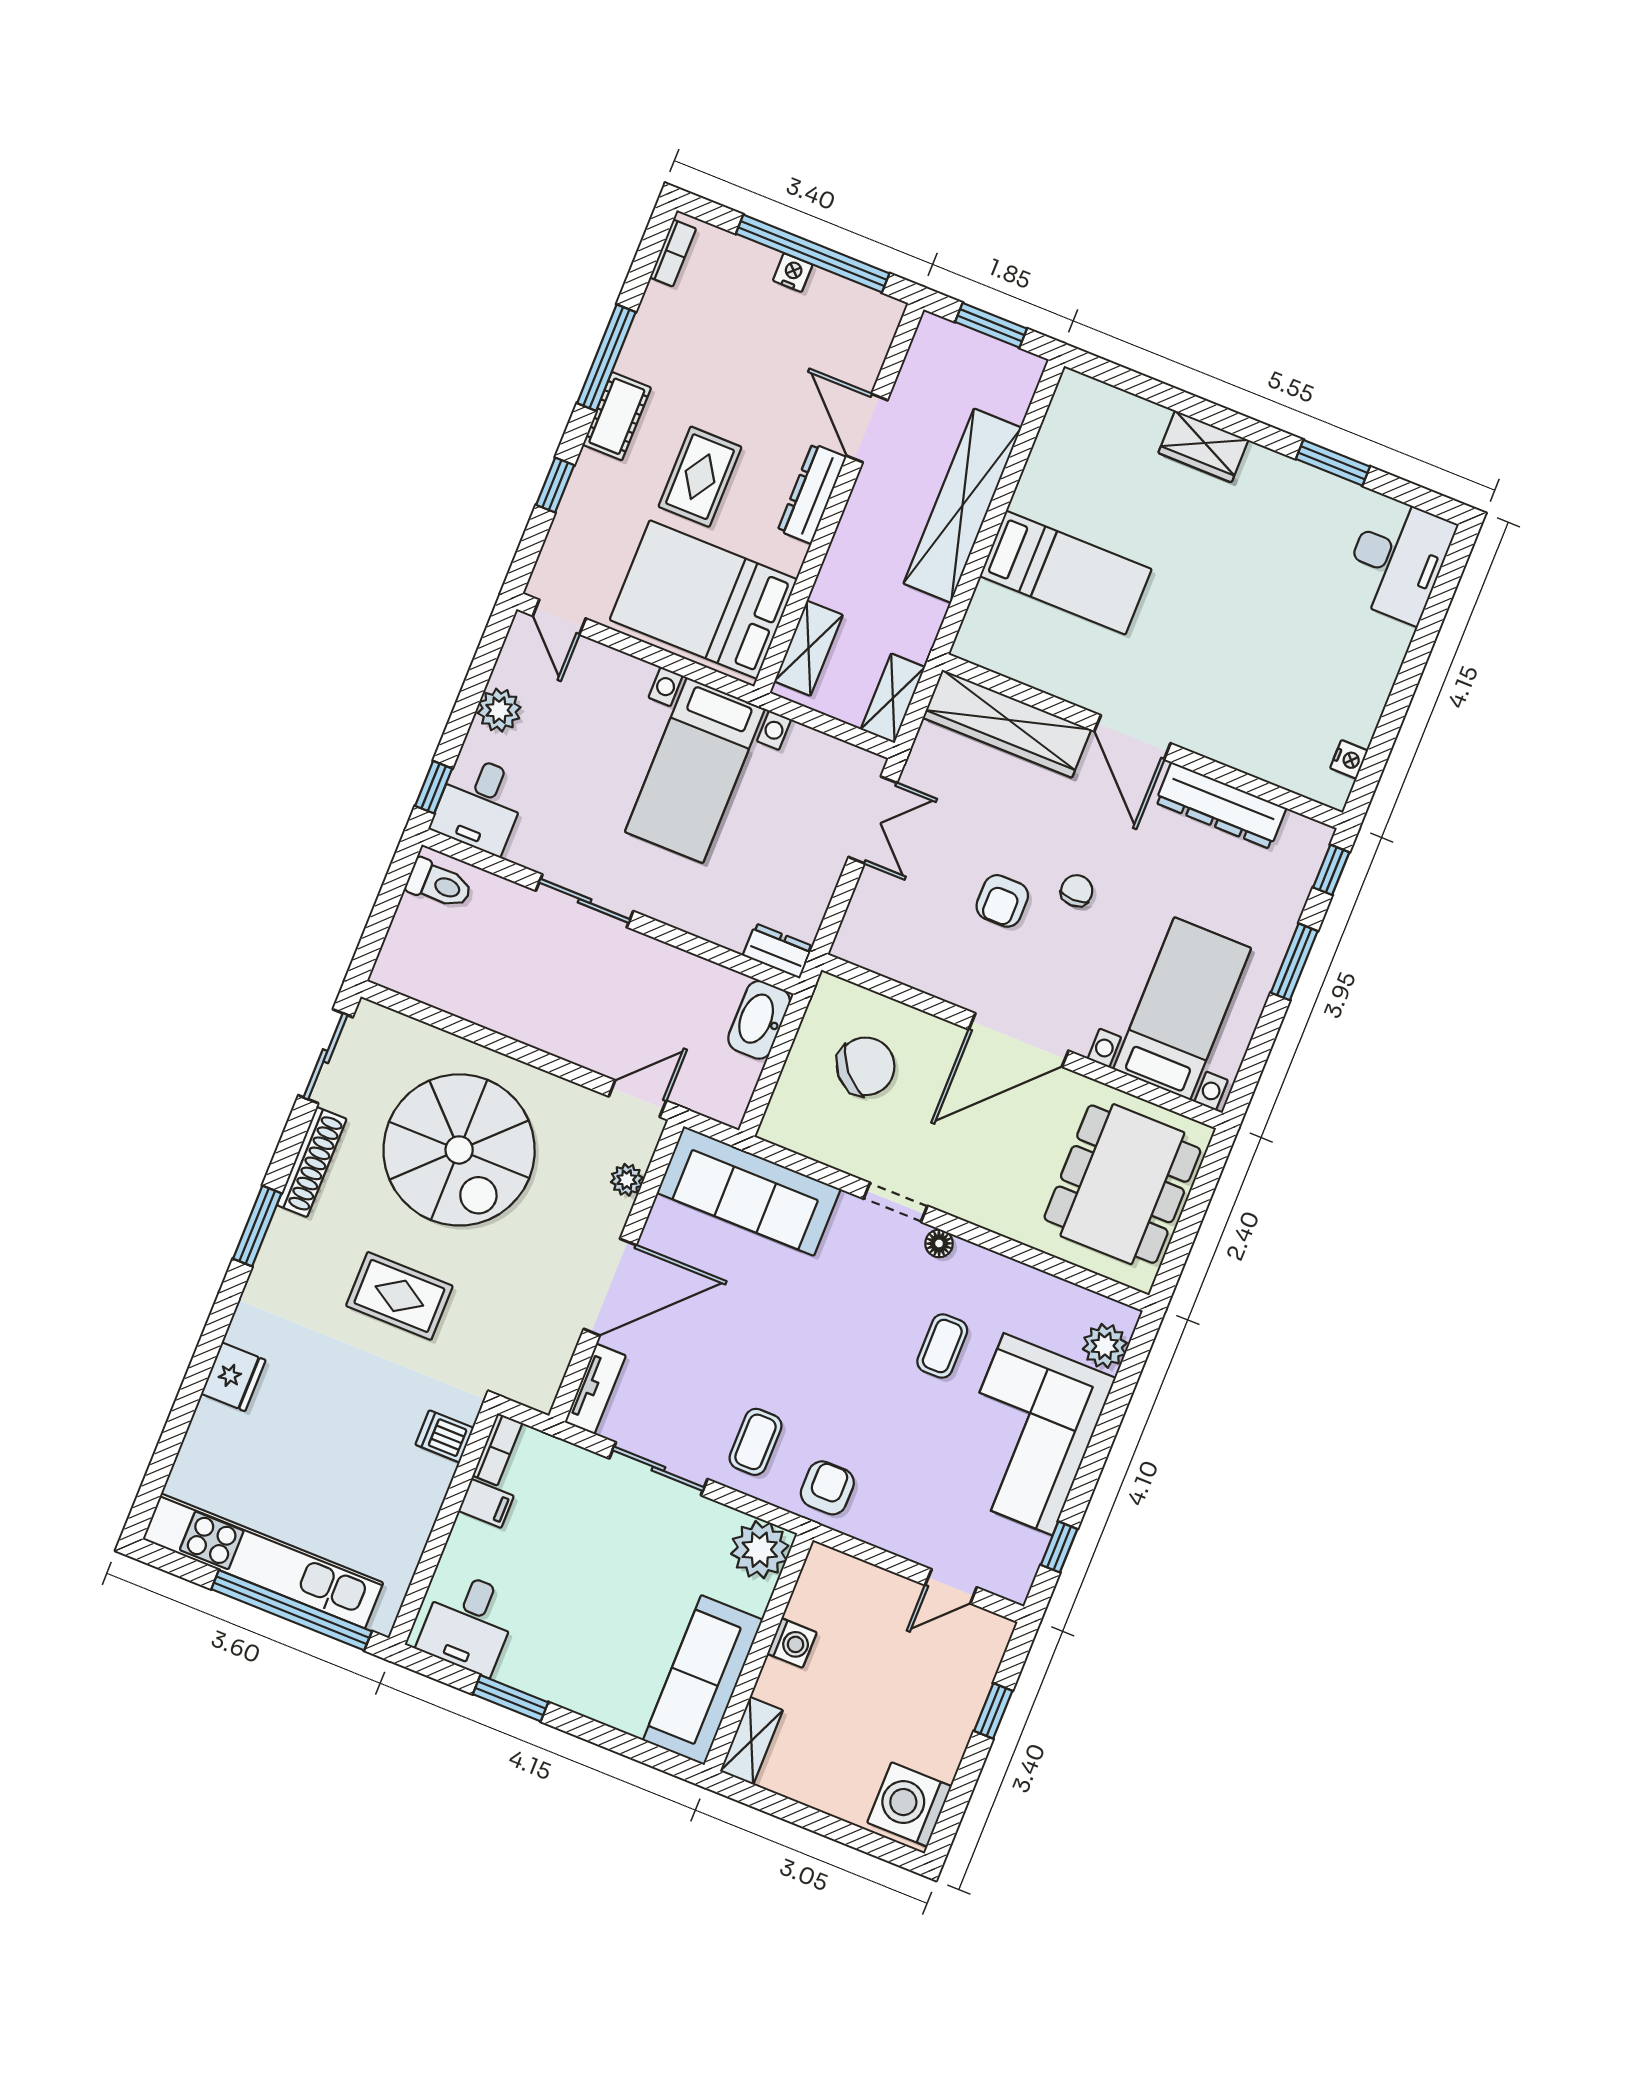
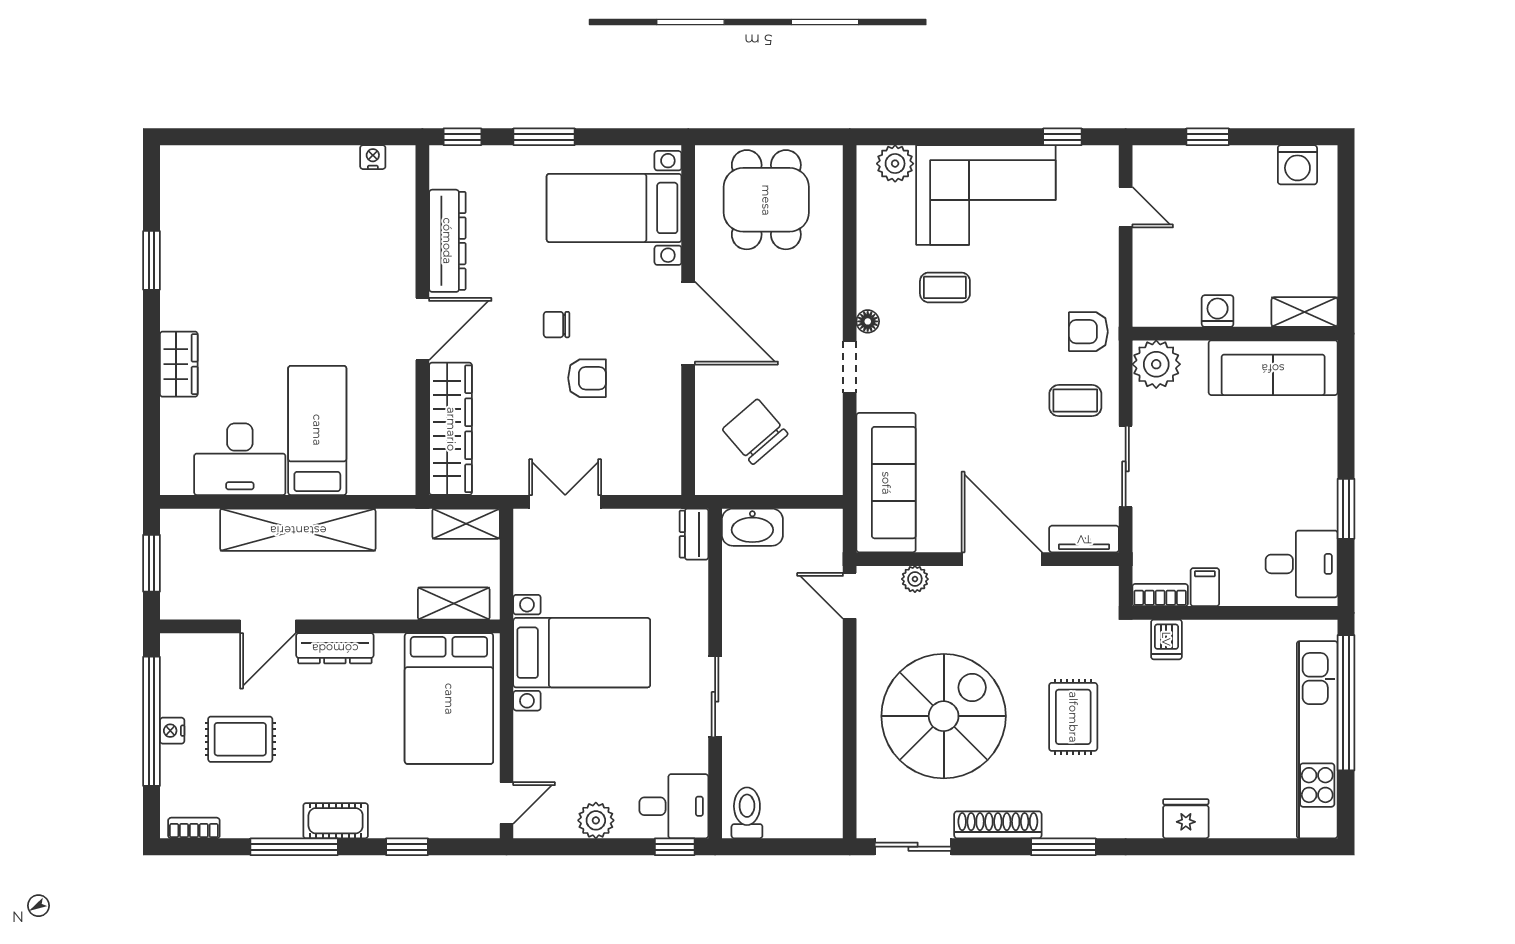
rug: (700, 477) -> (240, 739), moved
desk: (1398, 560) -> (240, 459), moved, turned 180
dining table: (1122, 1184) -> (766, 200), width x0.73
washing machine: (909, 1804) -> (1297, 165), width x0.73, depth x0.73

